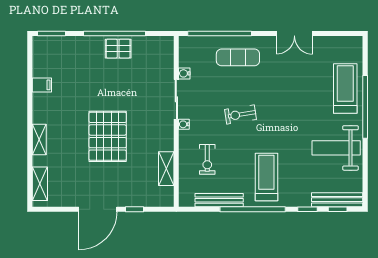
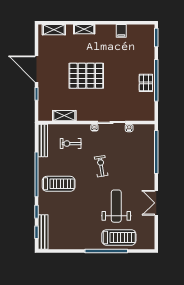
exercise mat: (238, 57) -> (140, 164), removed
weight bench: (336, 148) -> (116, 206), moved
bench: (219, 200) -> (43, 140), moved

